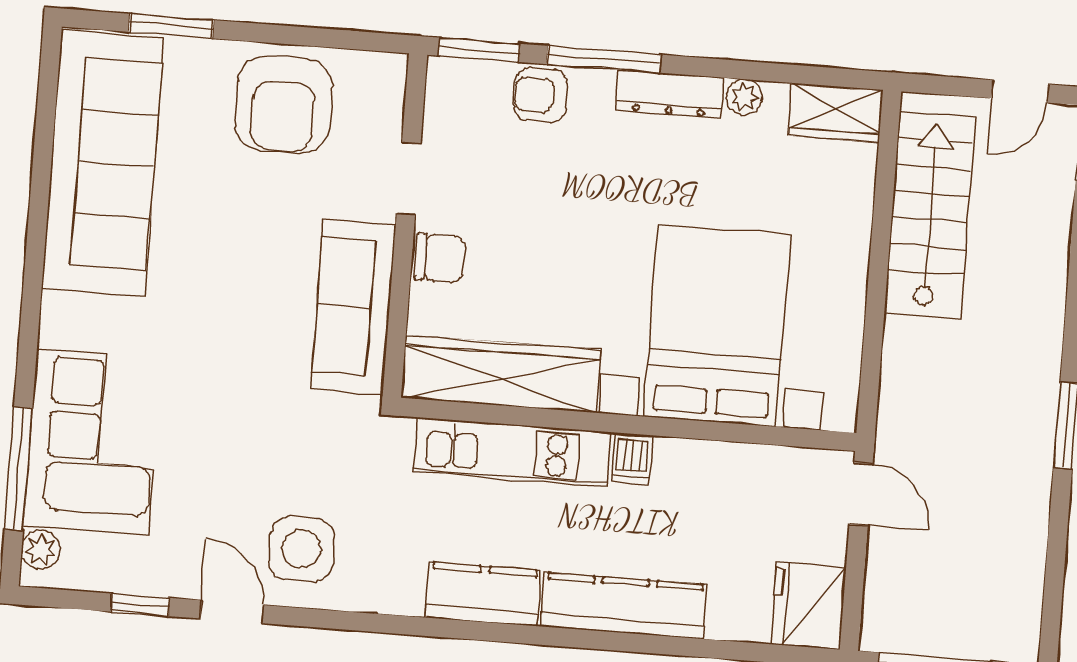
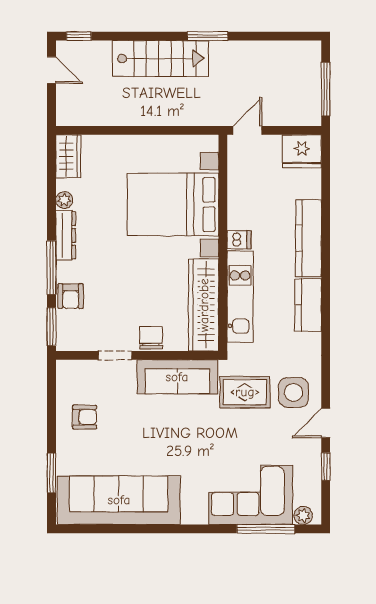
armchair: (283, 105) -> (85, 417), width x0.53, depth x0.53
stairs: (930, 215) -> (160, 59), moved, turned 180
rug: (310, 447) -> (245, 392), added

